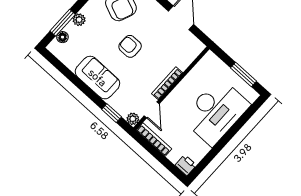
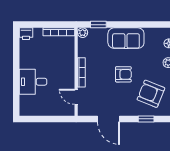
window: (243, 74) -> (41, 119), removed
door: (152, 110) -> (76, 97), moved
desk: (216, 112) -> (33, 82), width x0.53, depth x0.77

